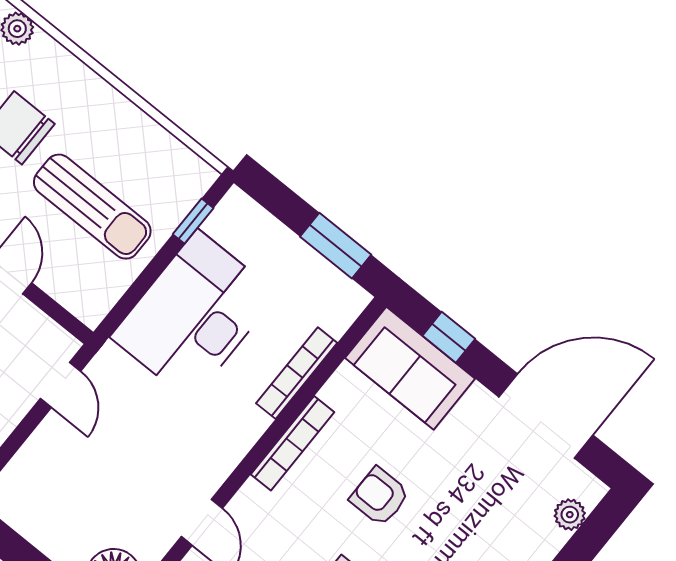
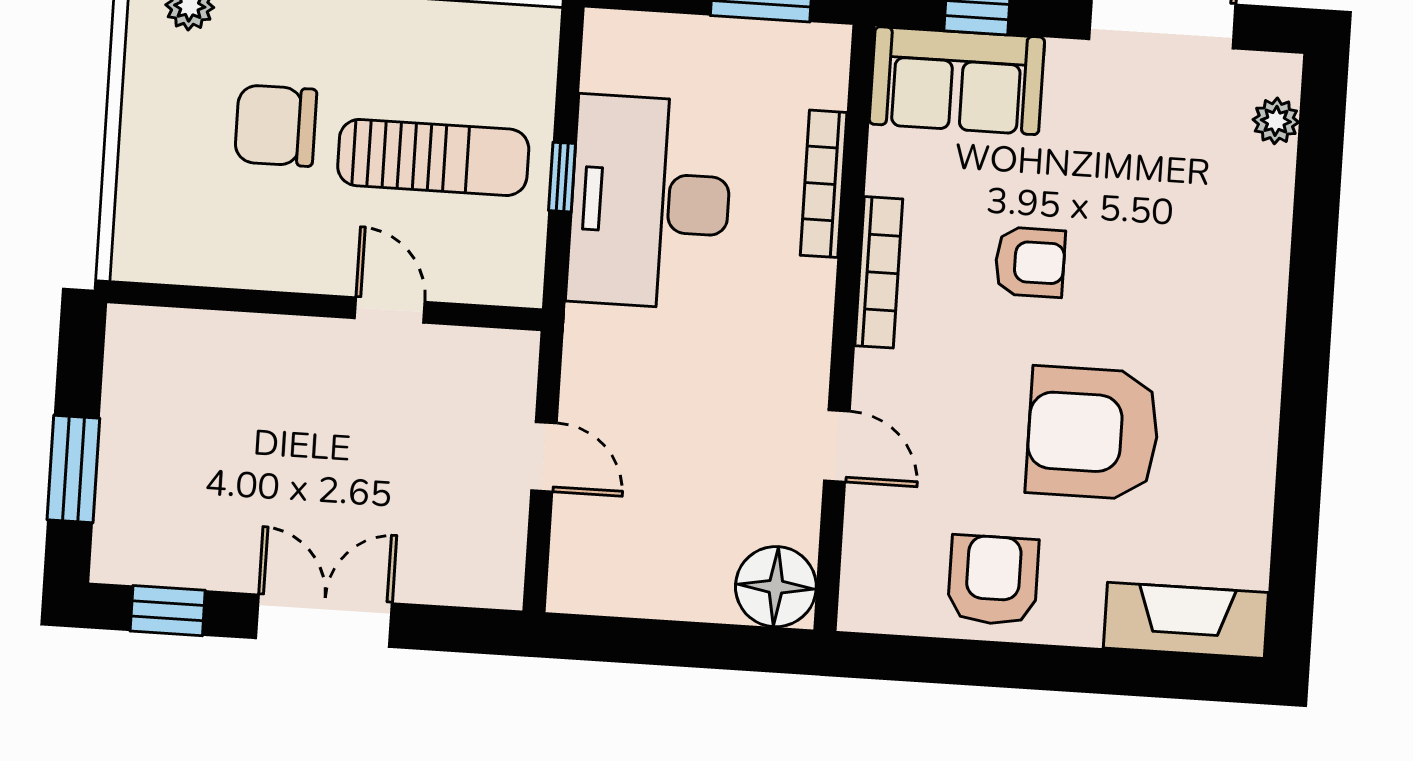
window: (193, 221) -> (562, 177), moved
door: (60, 385) -> (544, 457), moved
armchair: (380, 496) -> (1030, 262), turned 180

